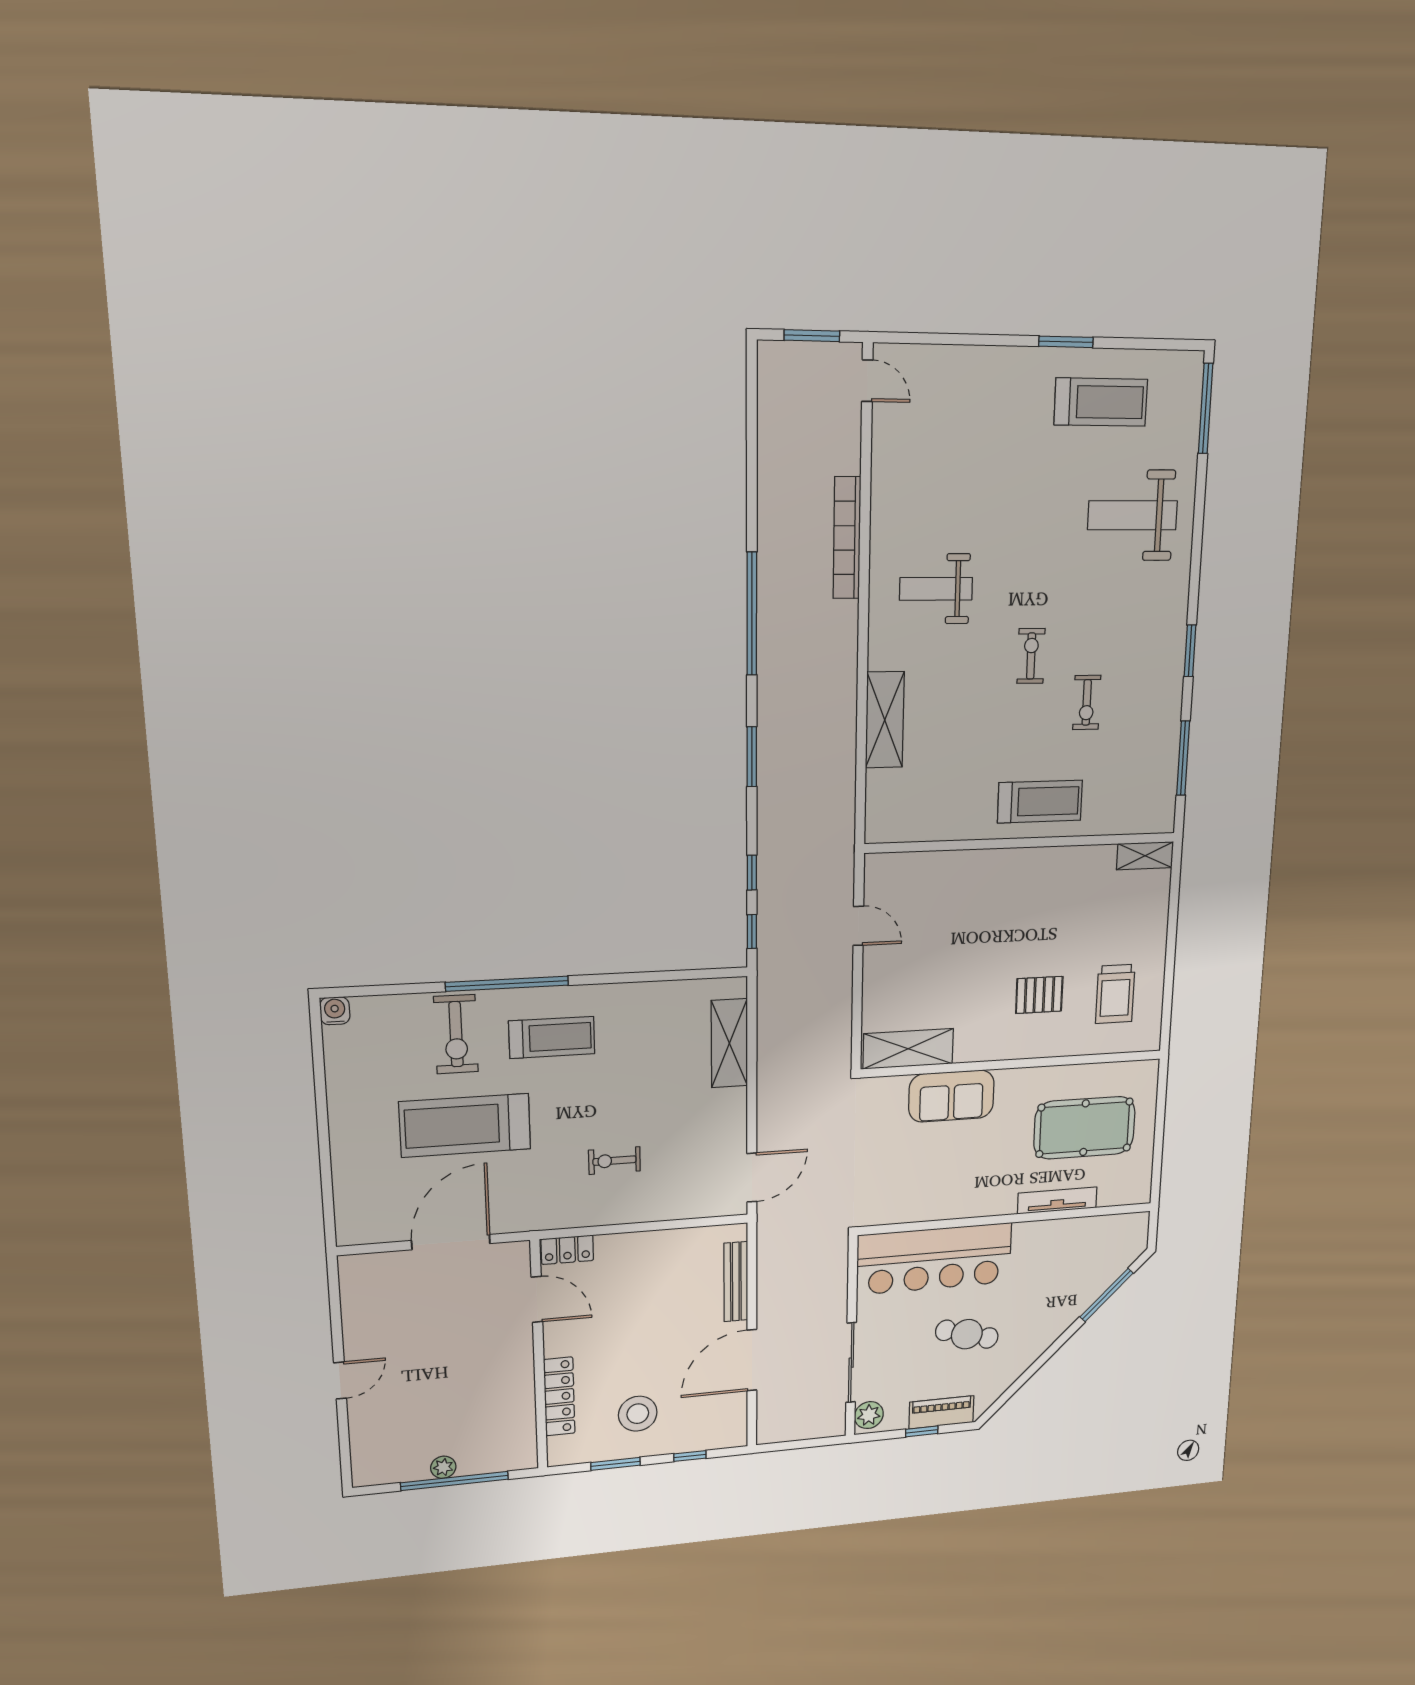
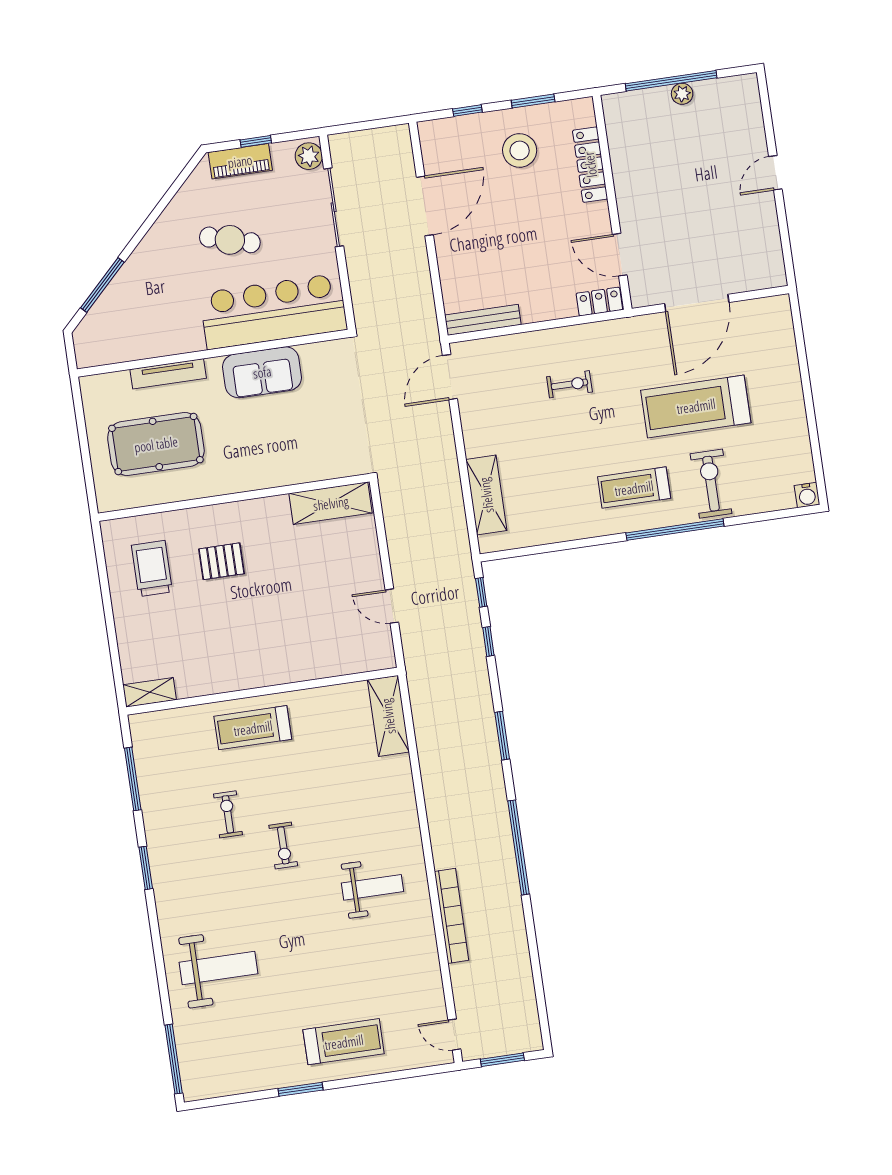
treadmill: (1101, 402) -> (344, 1042), moved, turned 180
shelving: (885, 720) -> (388, 716), moved
sofa: (951, 1096) -> (262, 372), moved, turned 180
treadmill: (465, 1125) -> (696, 406), turned 180
bench: (736, 1282) -> (483, 320), moved, turned 90

